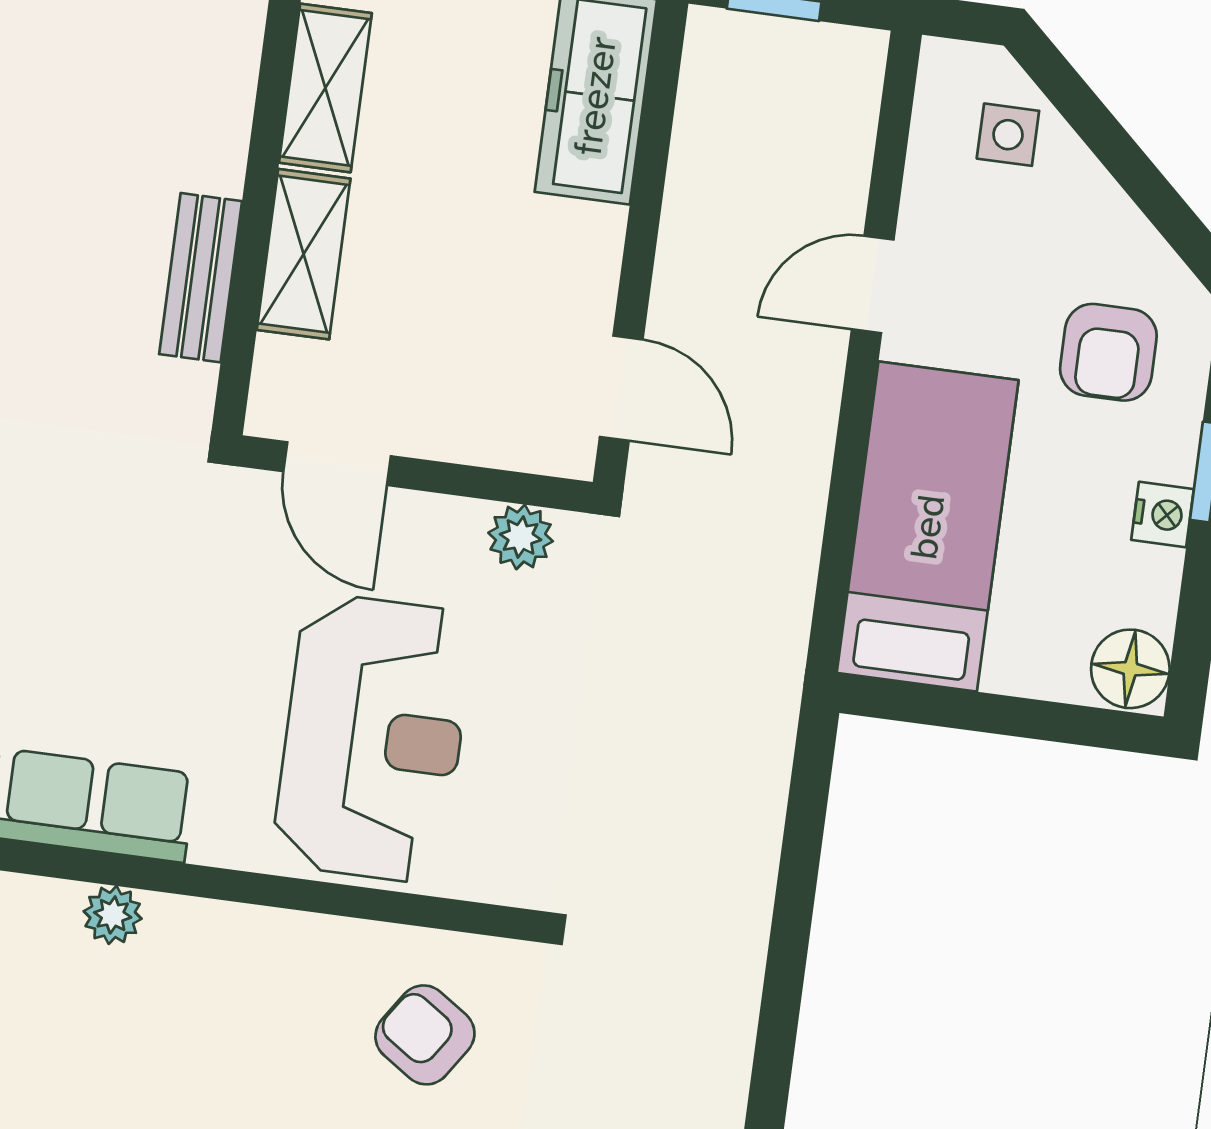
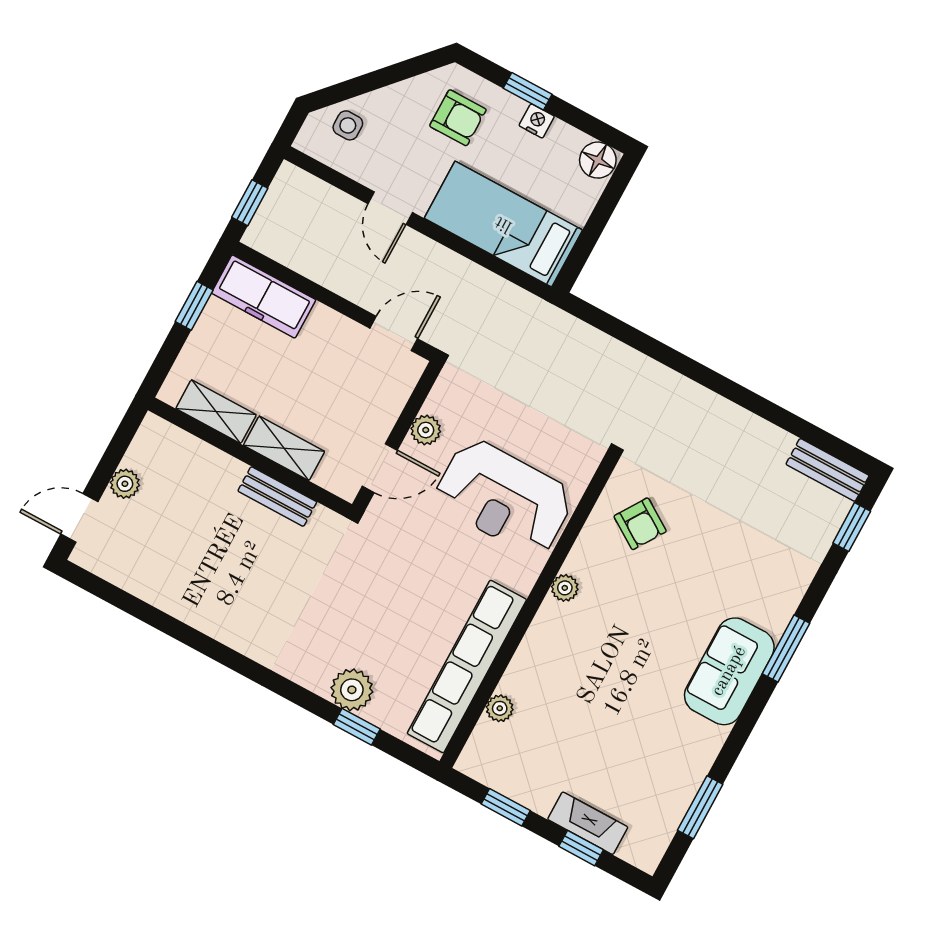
plant: (521, 537) -> (426, 430), moved
reception desk: (373, 738) -> (504, 498), turned 180
plant: (113, 915) -> (565, 588), moved
armchair: (425, 1035) -> (640, 524), turned -91

